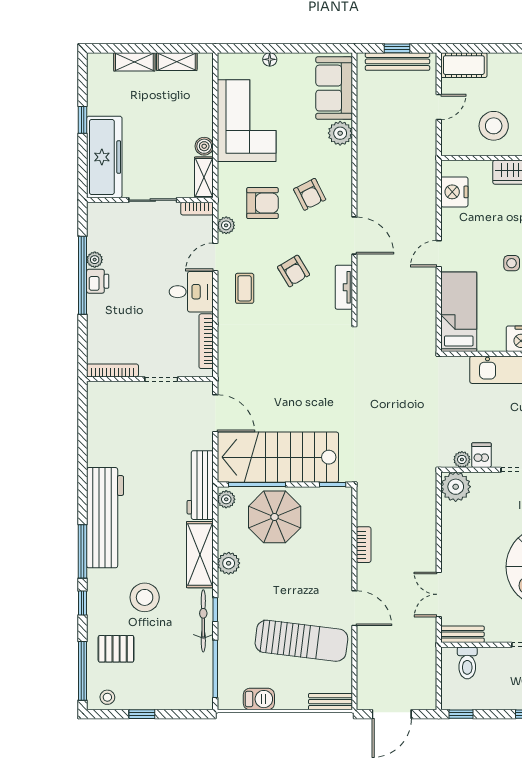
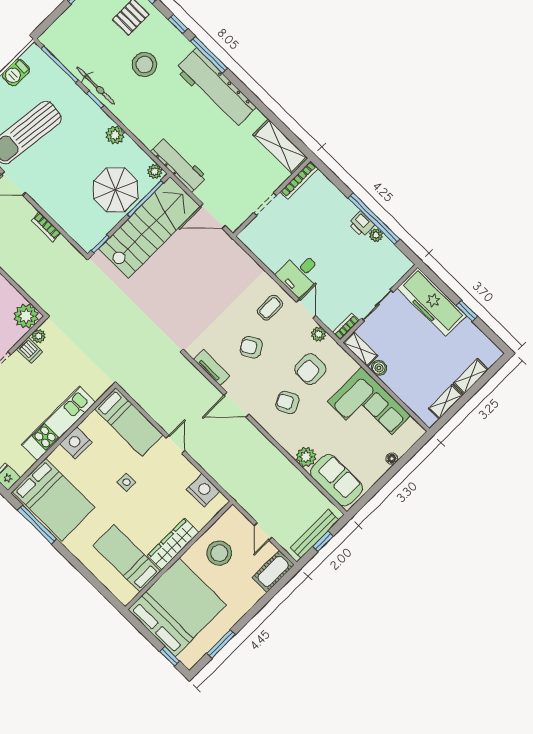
coffee table: (245, 288) -> (270, 308), turned 90
bookcase: (206, 341) -> (261, 253), removed
shelving: (200, 555) -> (280, 146), moved

